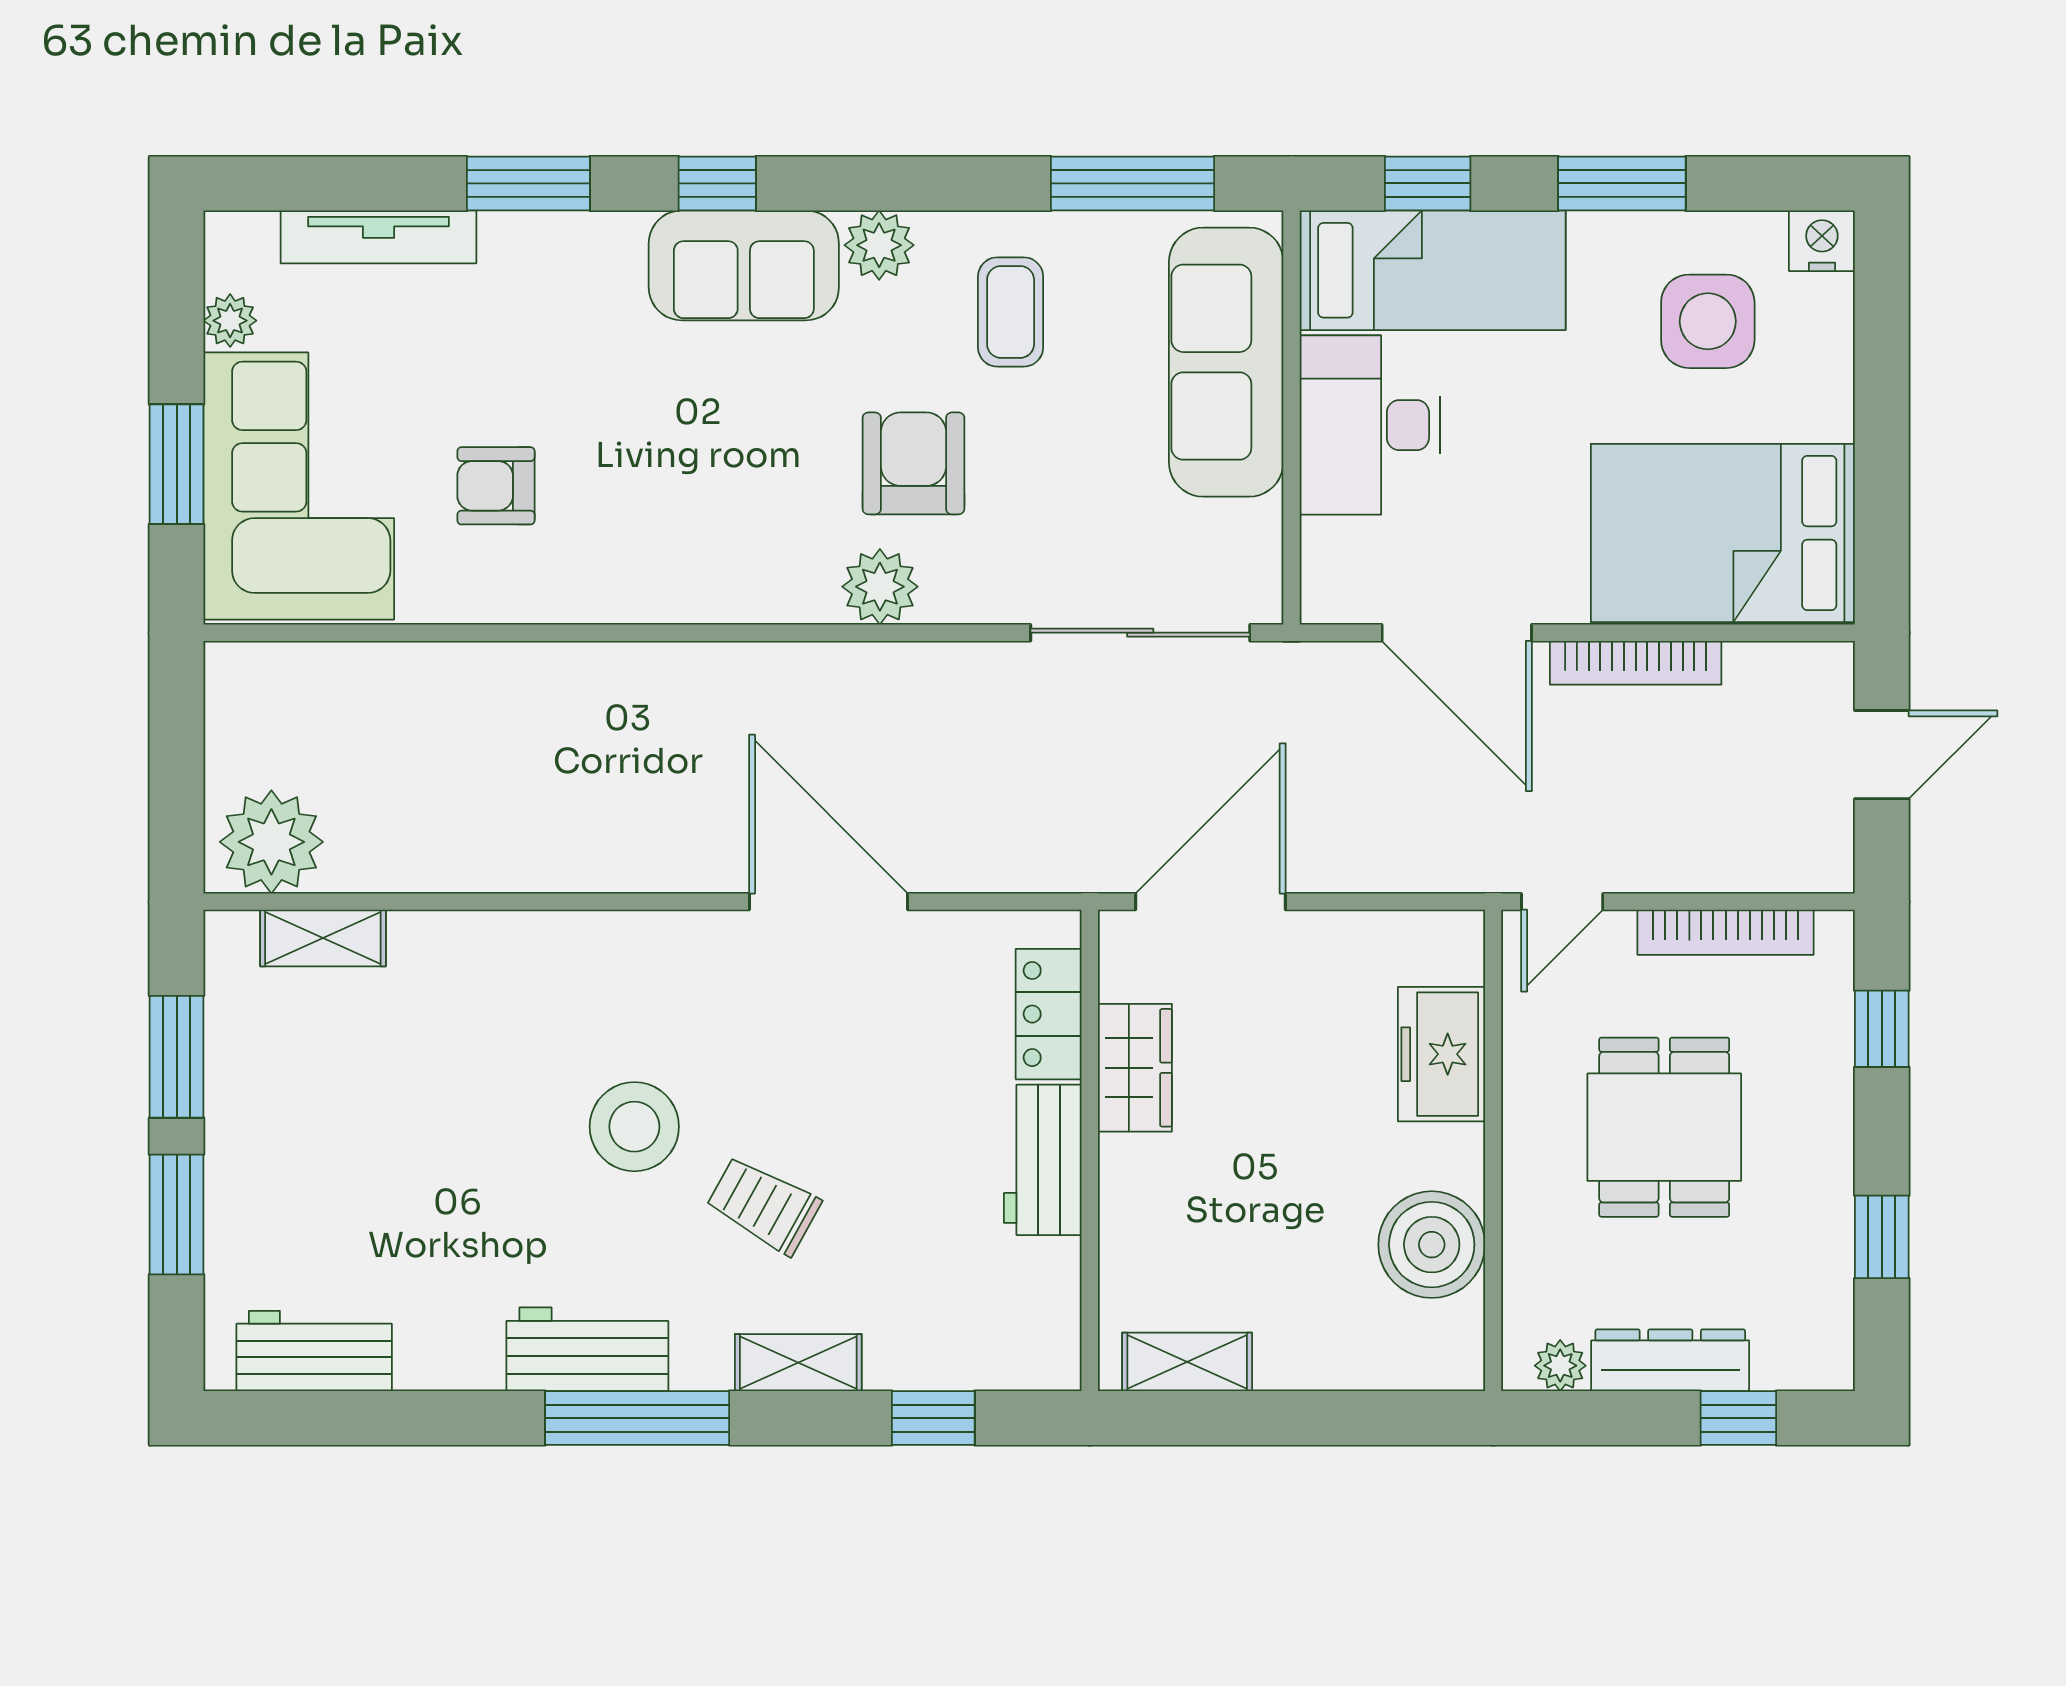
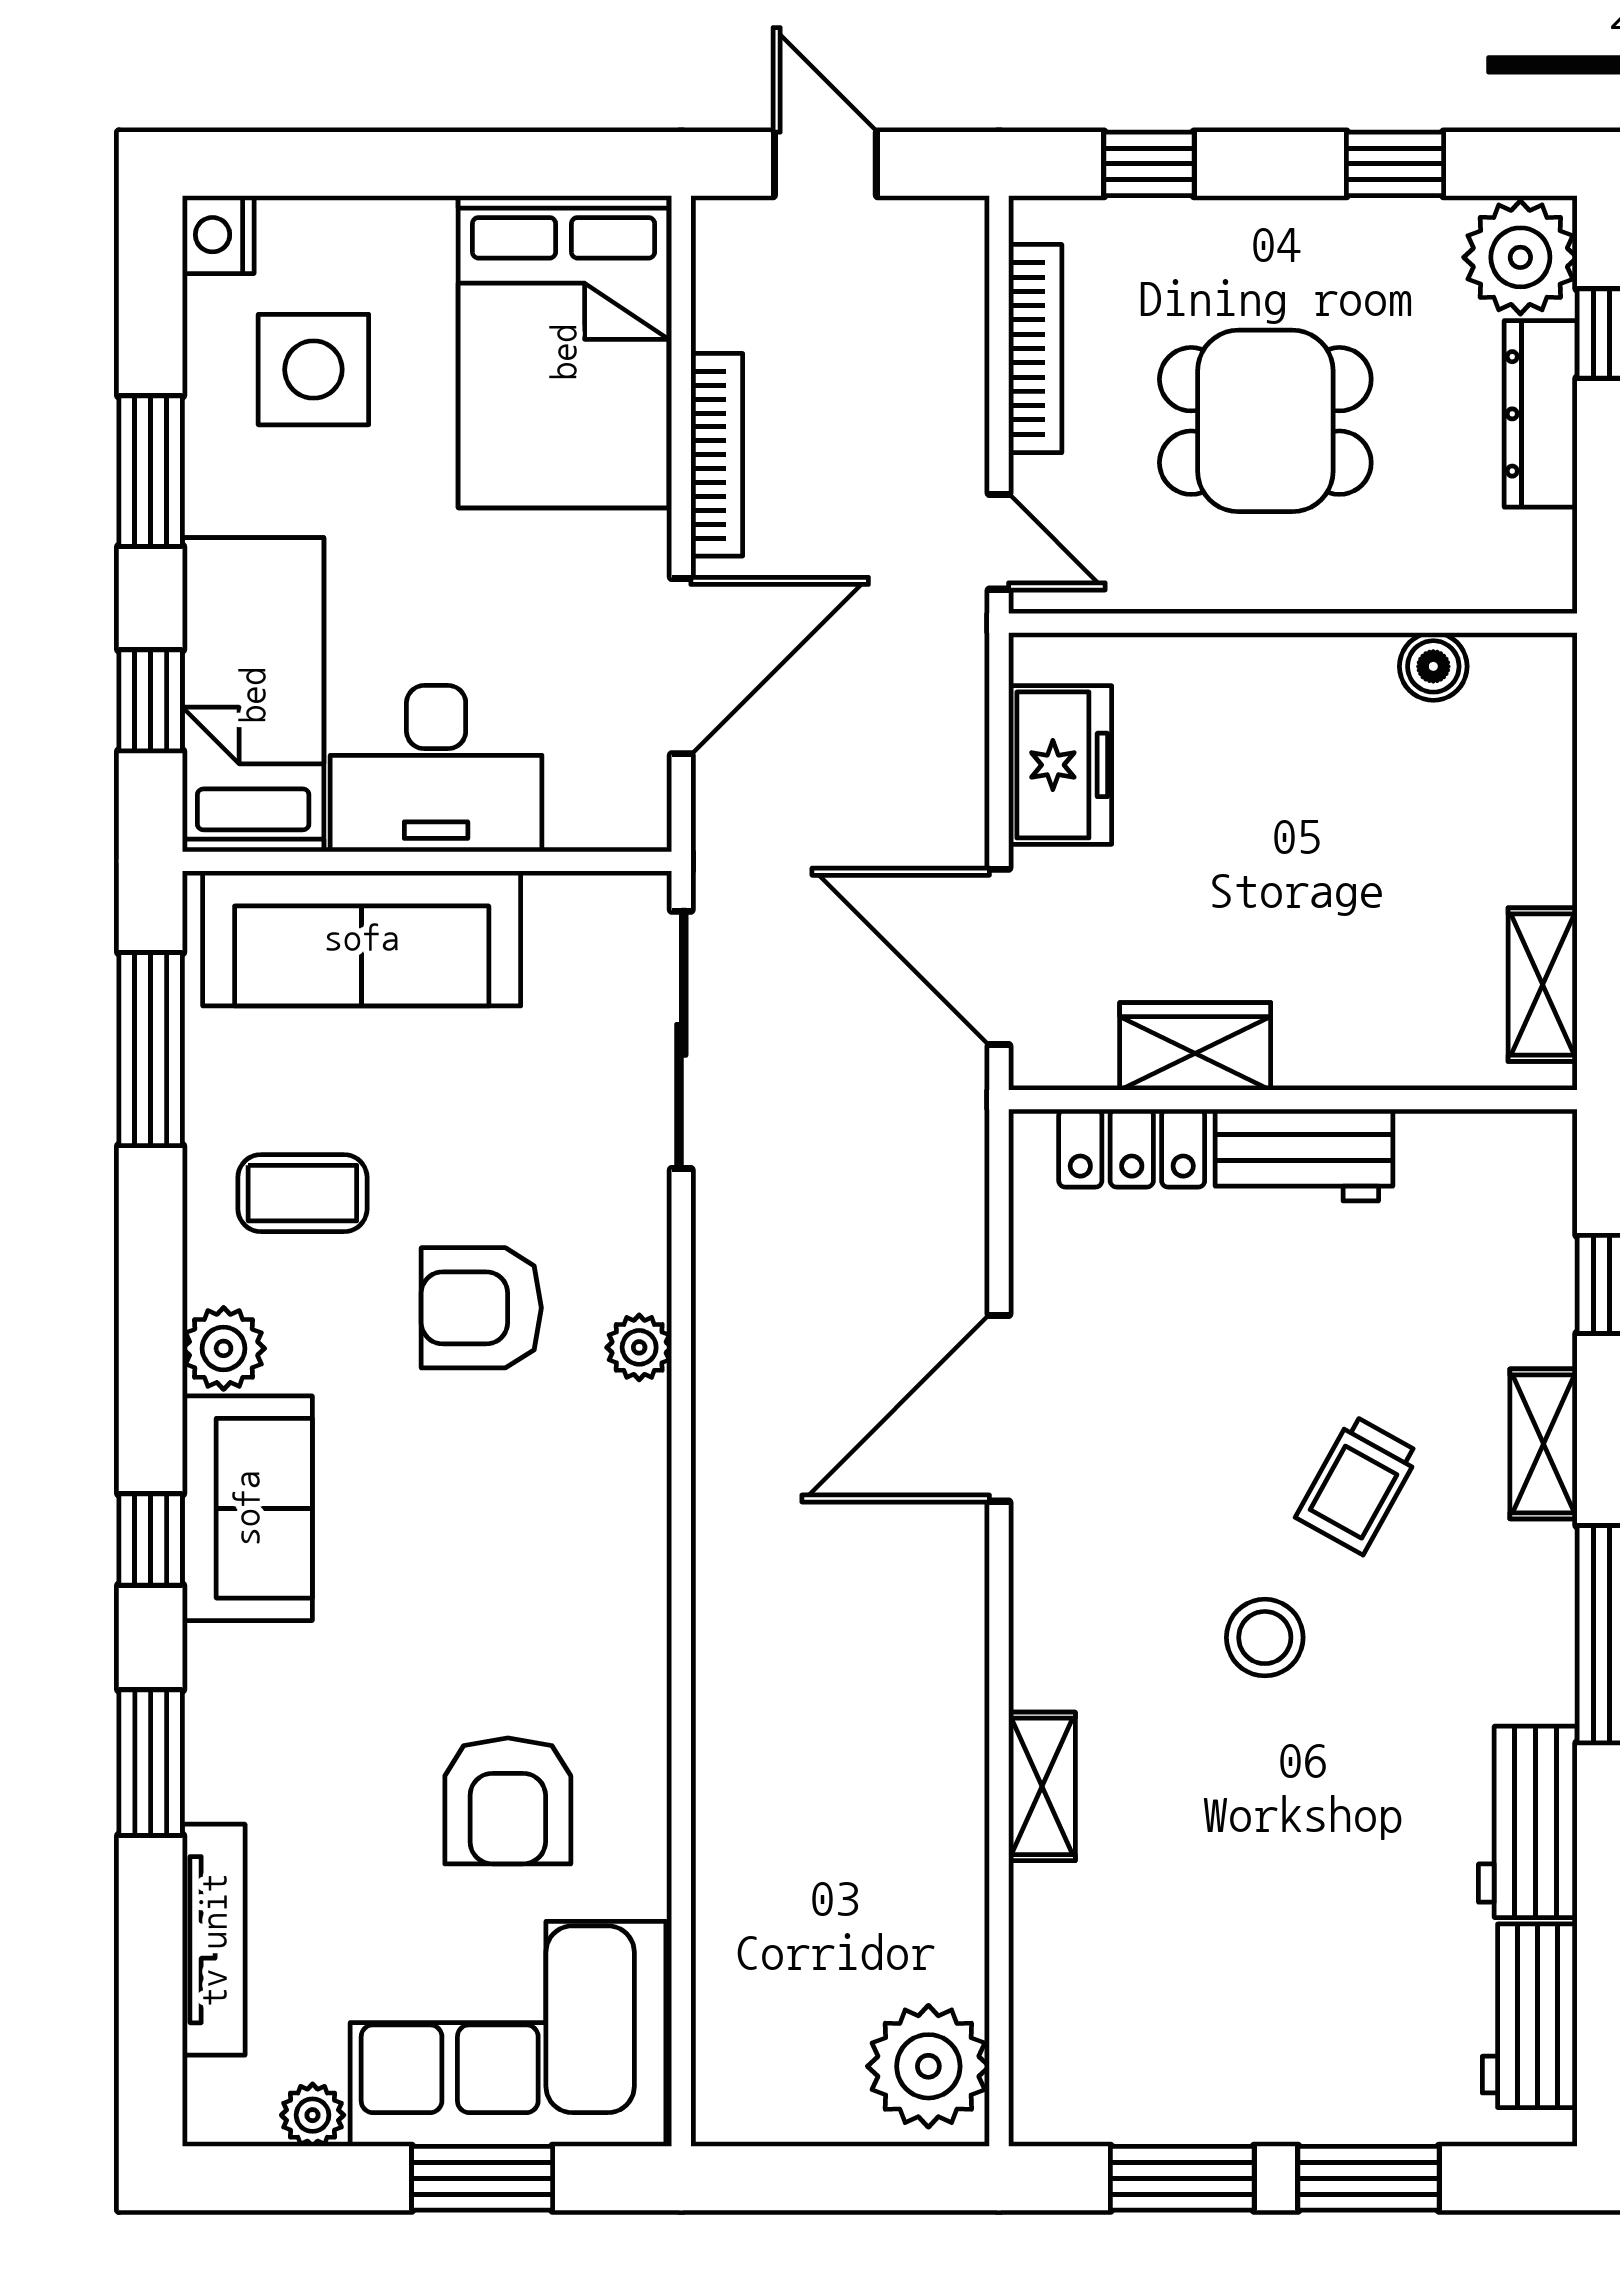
armchair: (496, 486) -> (508, 1801), width x1.38, depth x1.38
plant: (880, 587) -> (639, 1347), width x0.73, depth x0.73
shelving: (323, 938) -> (1042, 1786), moved
freezer: (1441, 1054) -> (1060, 765), moved, turned -90
stool: (634, 1127) -> (1265, 1638), width x0.73, depth x0.73
boiler: (1432, 1245) -> (1433, 666), width x0.54, depth x0.54
workbench: (587, 1349) -> (1528, 1822), moved
plant: (1560, 1366) -> (1520, 257), moved, width x1.88, depth x1.88

